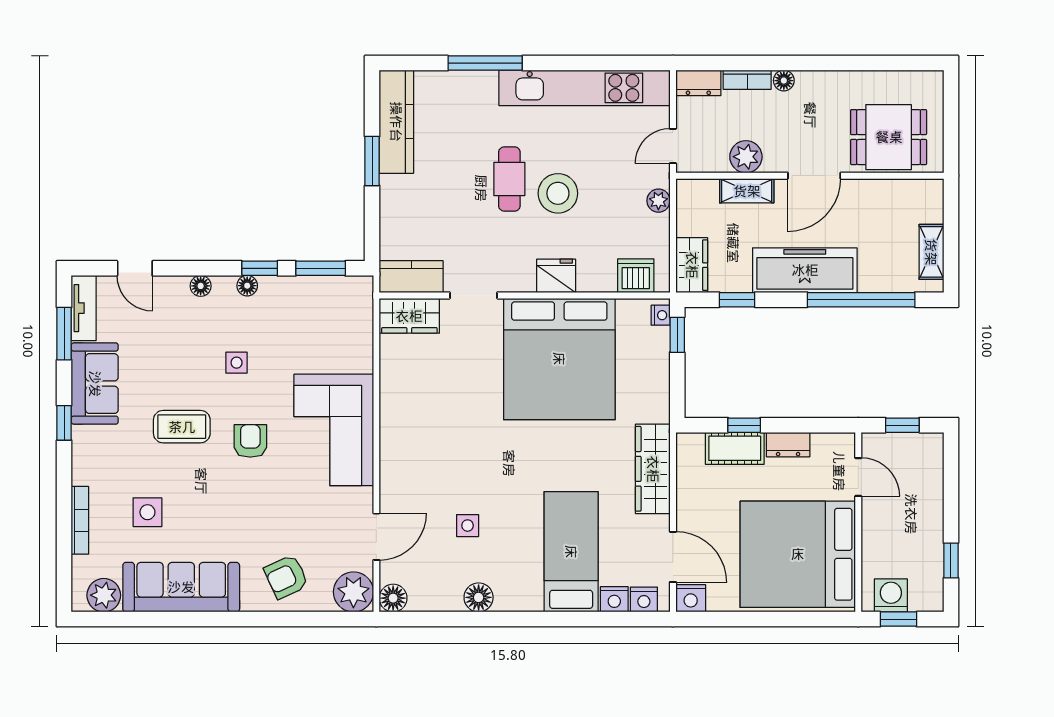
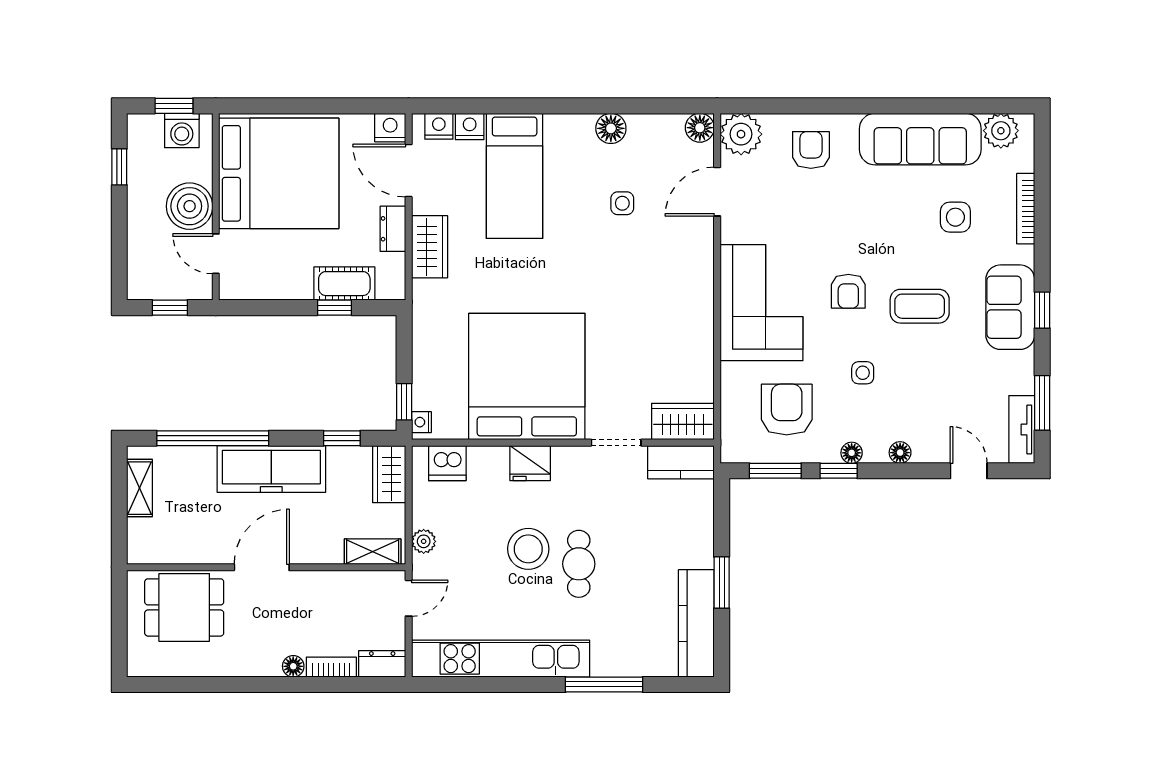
plant: (746, 157) -> (333, 587), removed
shelving: (747, 191) -> (373, 552), moved
armchair: (310, 327) -> (787, 410), added
sofa: (95, 384) -> (1010, 307), moved
dresser: (788, 445) -> (393, 229), moved, turned -90
wardrobe: (653, 469) -> (430, 247), width x0.67
boiler: (883, 523) -> (190, 206), added
armchair: (286, 577) -> (811, 150), turned -65

